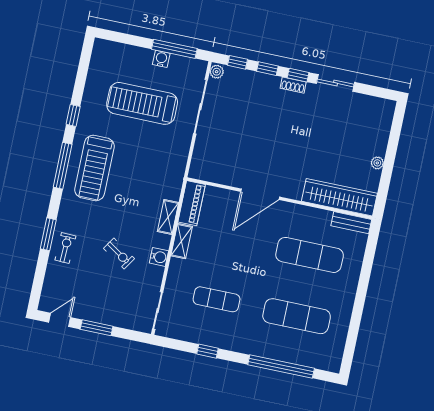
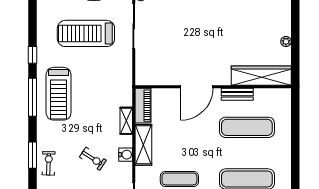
bench: (351, 223) -> (237, 94), moved
shelving: (182, 241) -> (143, 145), width x1.50, depth x1.33

